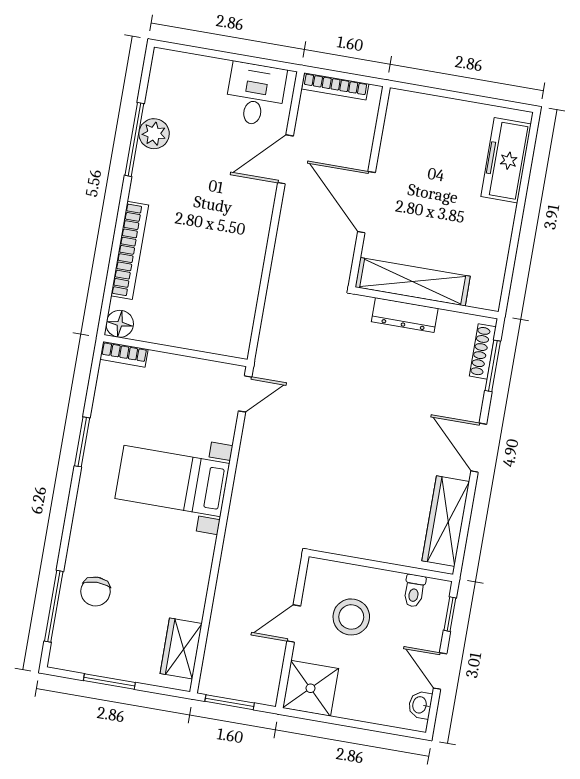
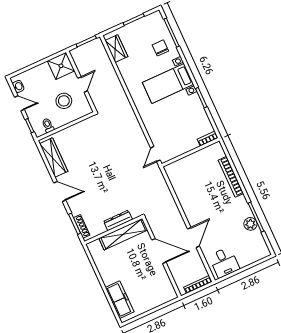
door: (286, 159) -> (194, 237), moved
floor lamp: (120, 324) -> (217, 148), removed
bed with nightstands: (172, 481) -> (168, 83), moved, turned 180

